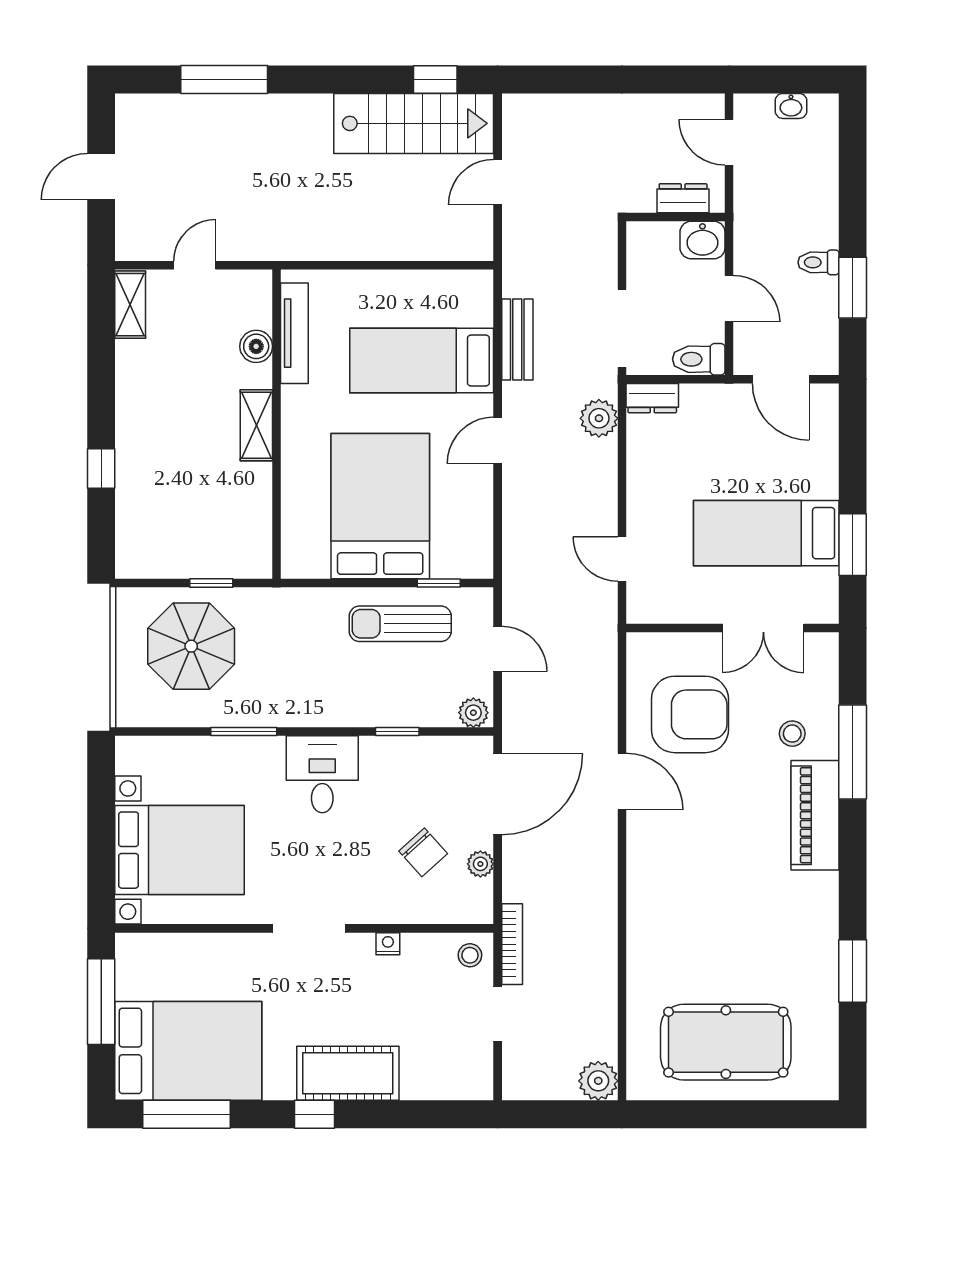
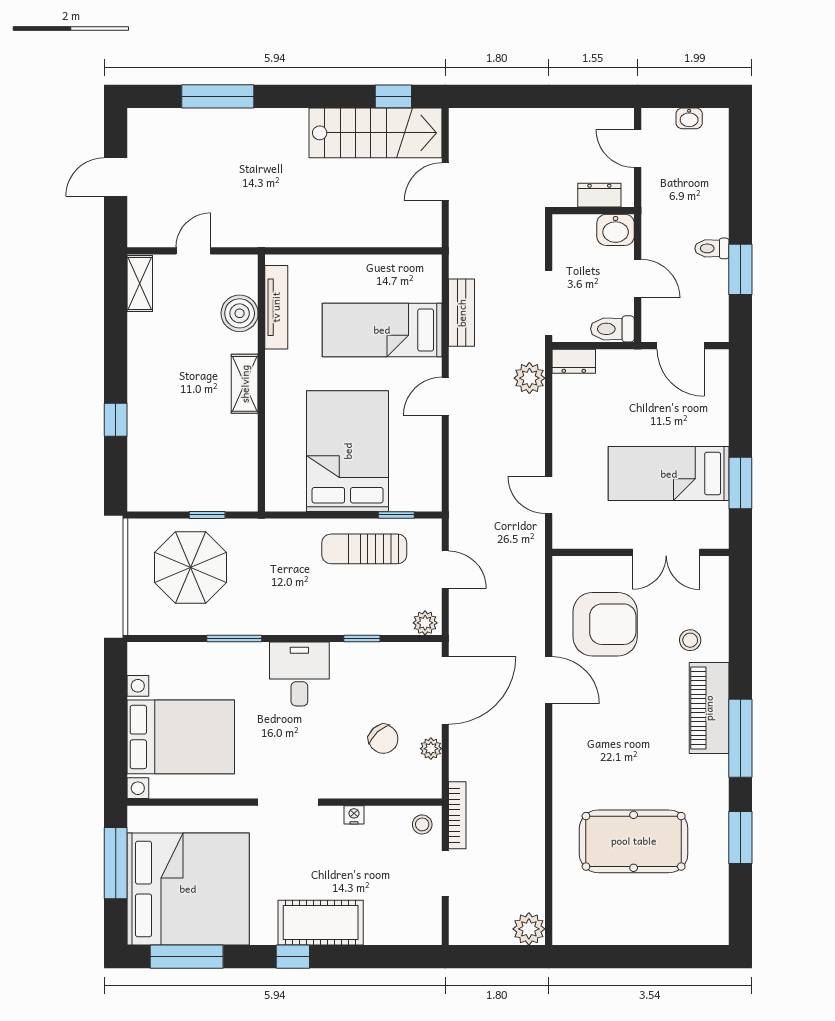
boiler: (256, 346) -> (240, 313), width x1.36, depth x1.36
window: (853, 752) -> (740, 738), moved
pool table: (726, 1042) -> (634, 841), moved
bed: (188, 1051) -> (188, 889), width x1.36

